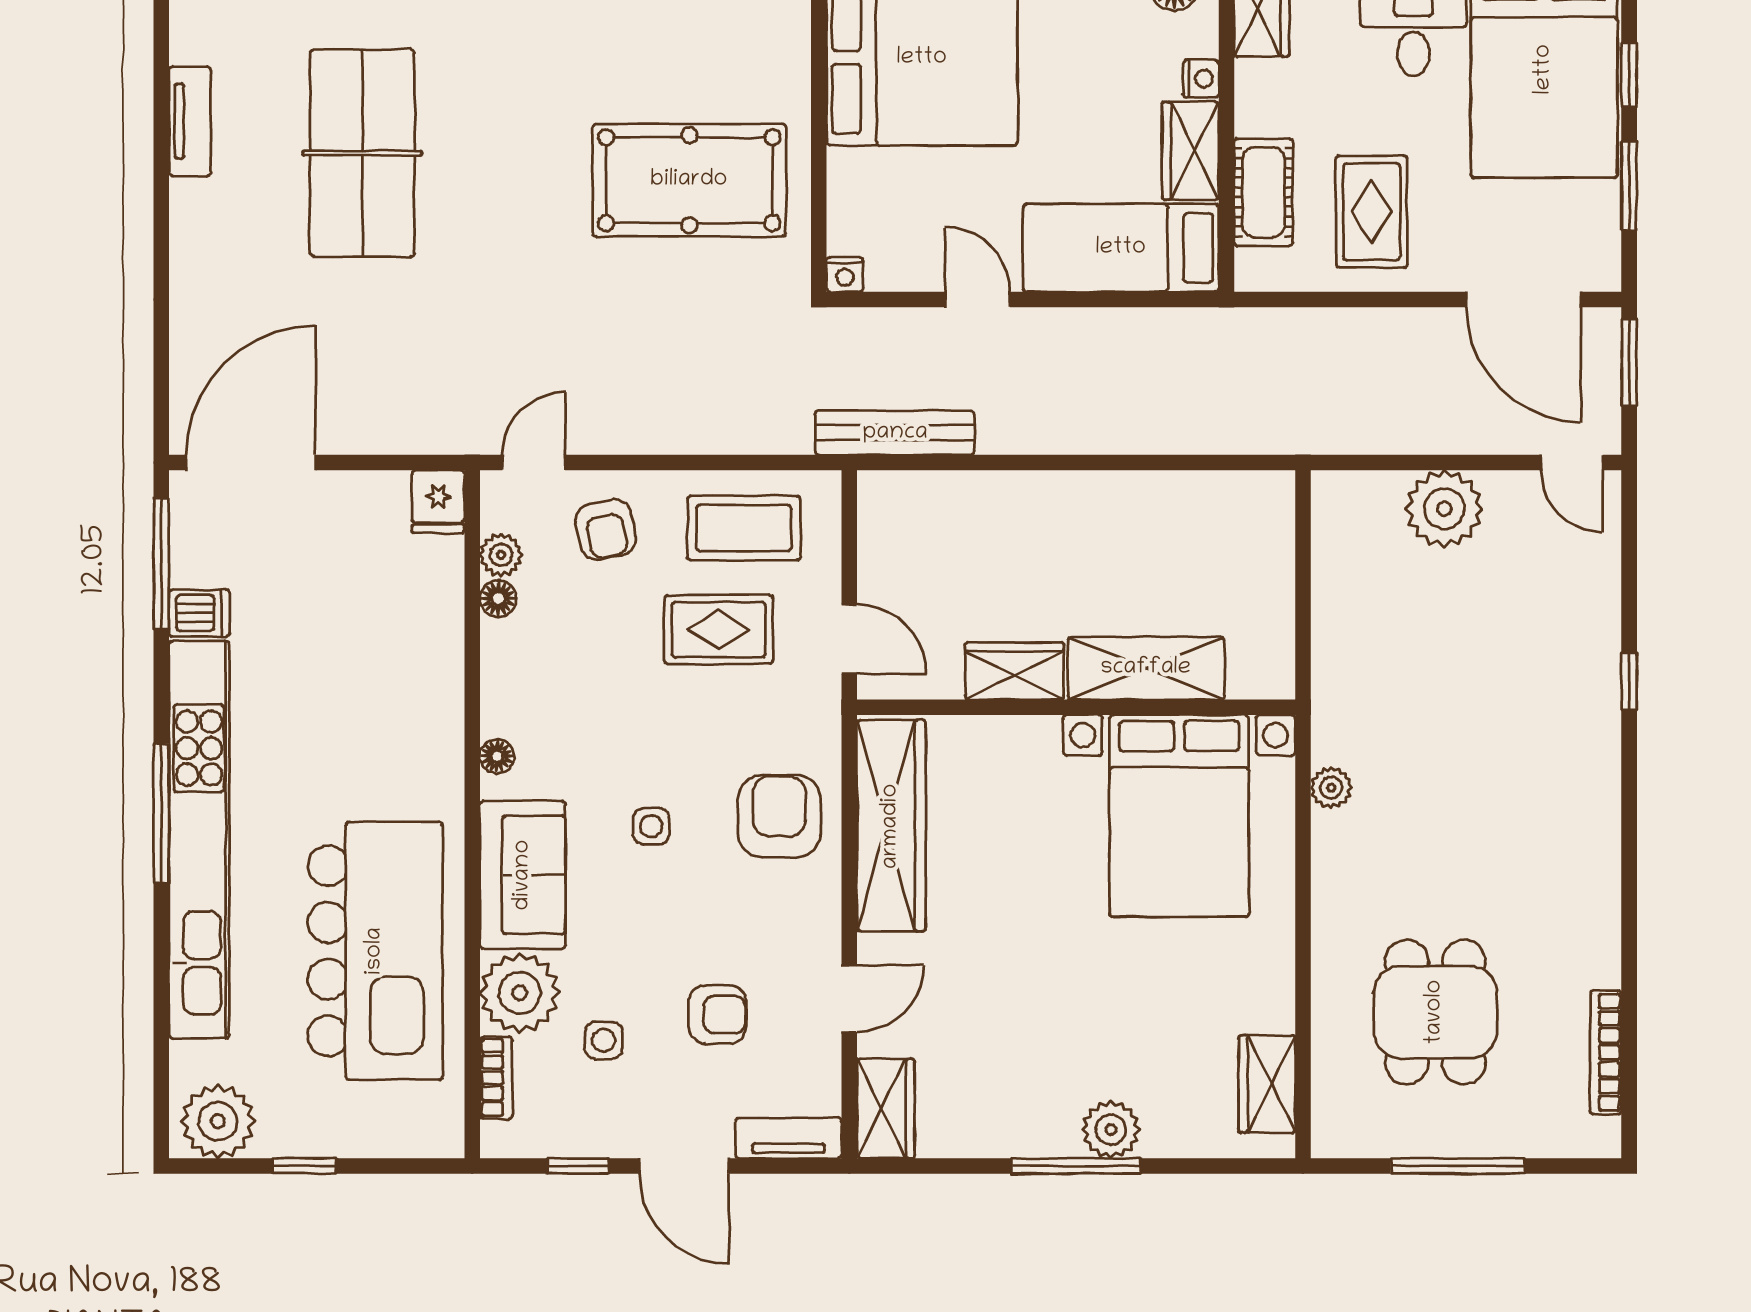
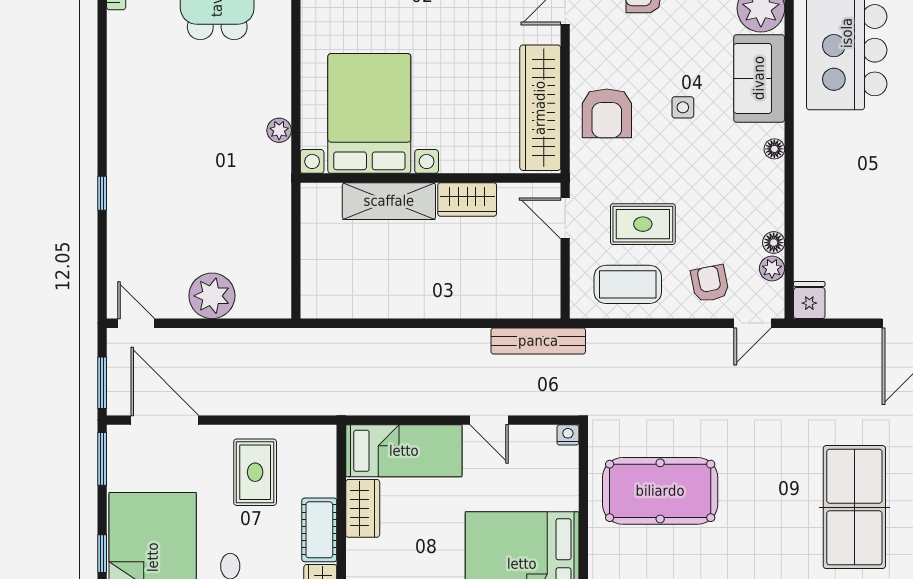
nightstand: (1201, 79) -> (356, 551), removed
window: (1629, 186) -> (102, 459), moved
cot: (1263, 192) -> (319, 530), moved

